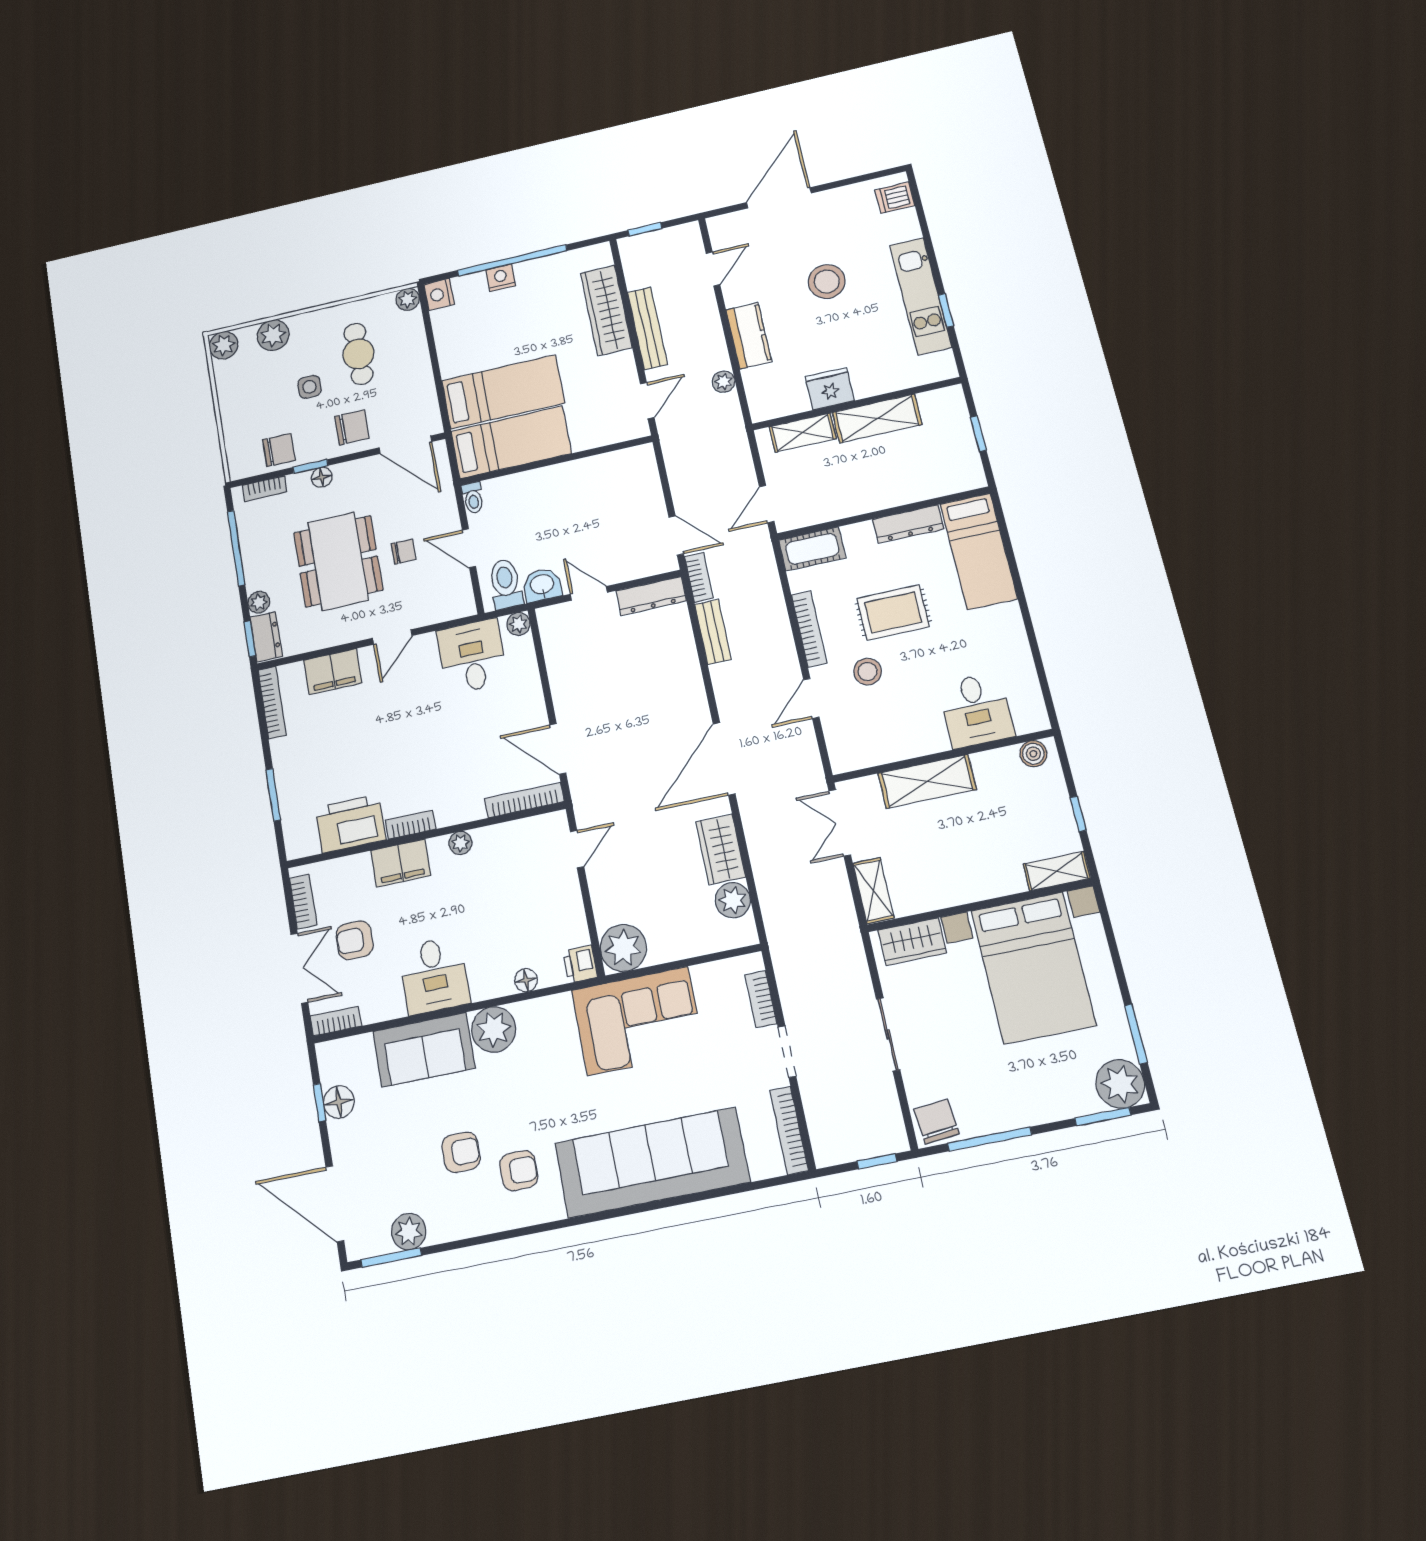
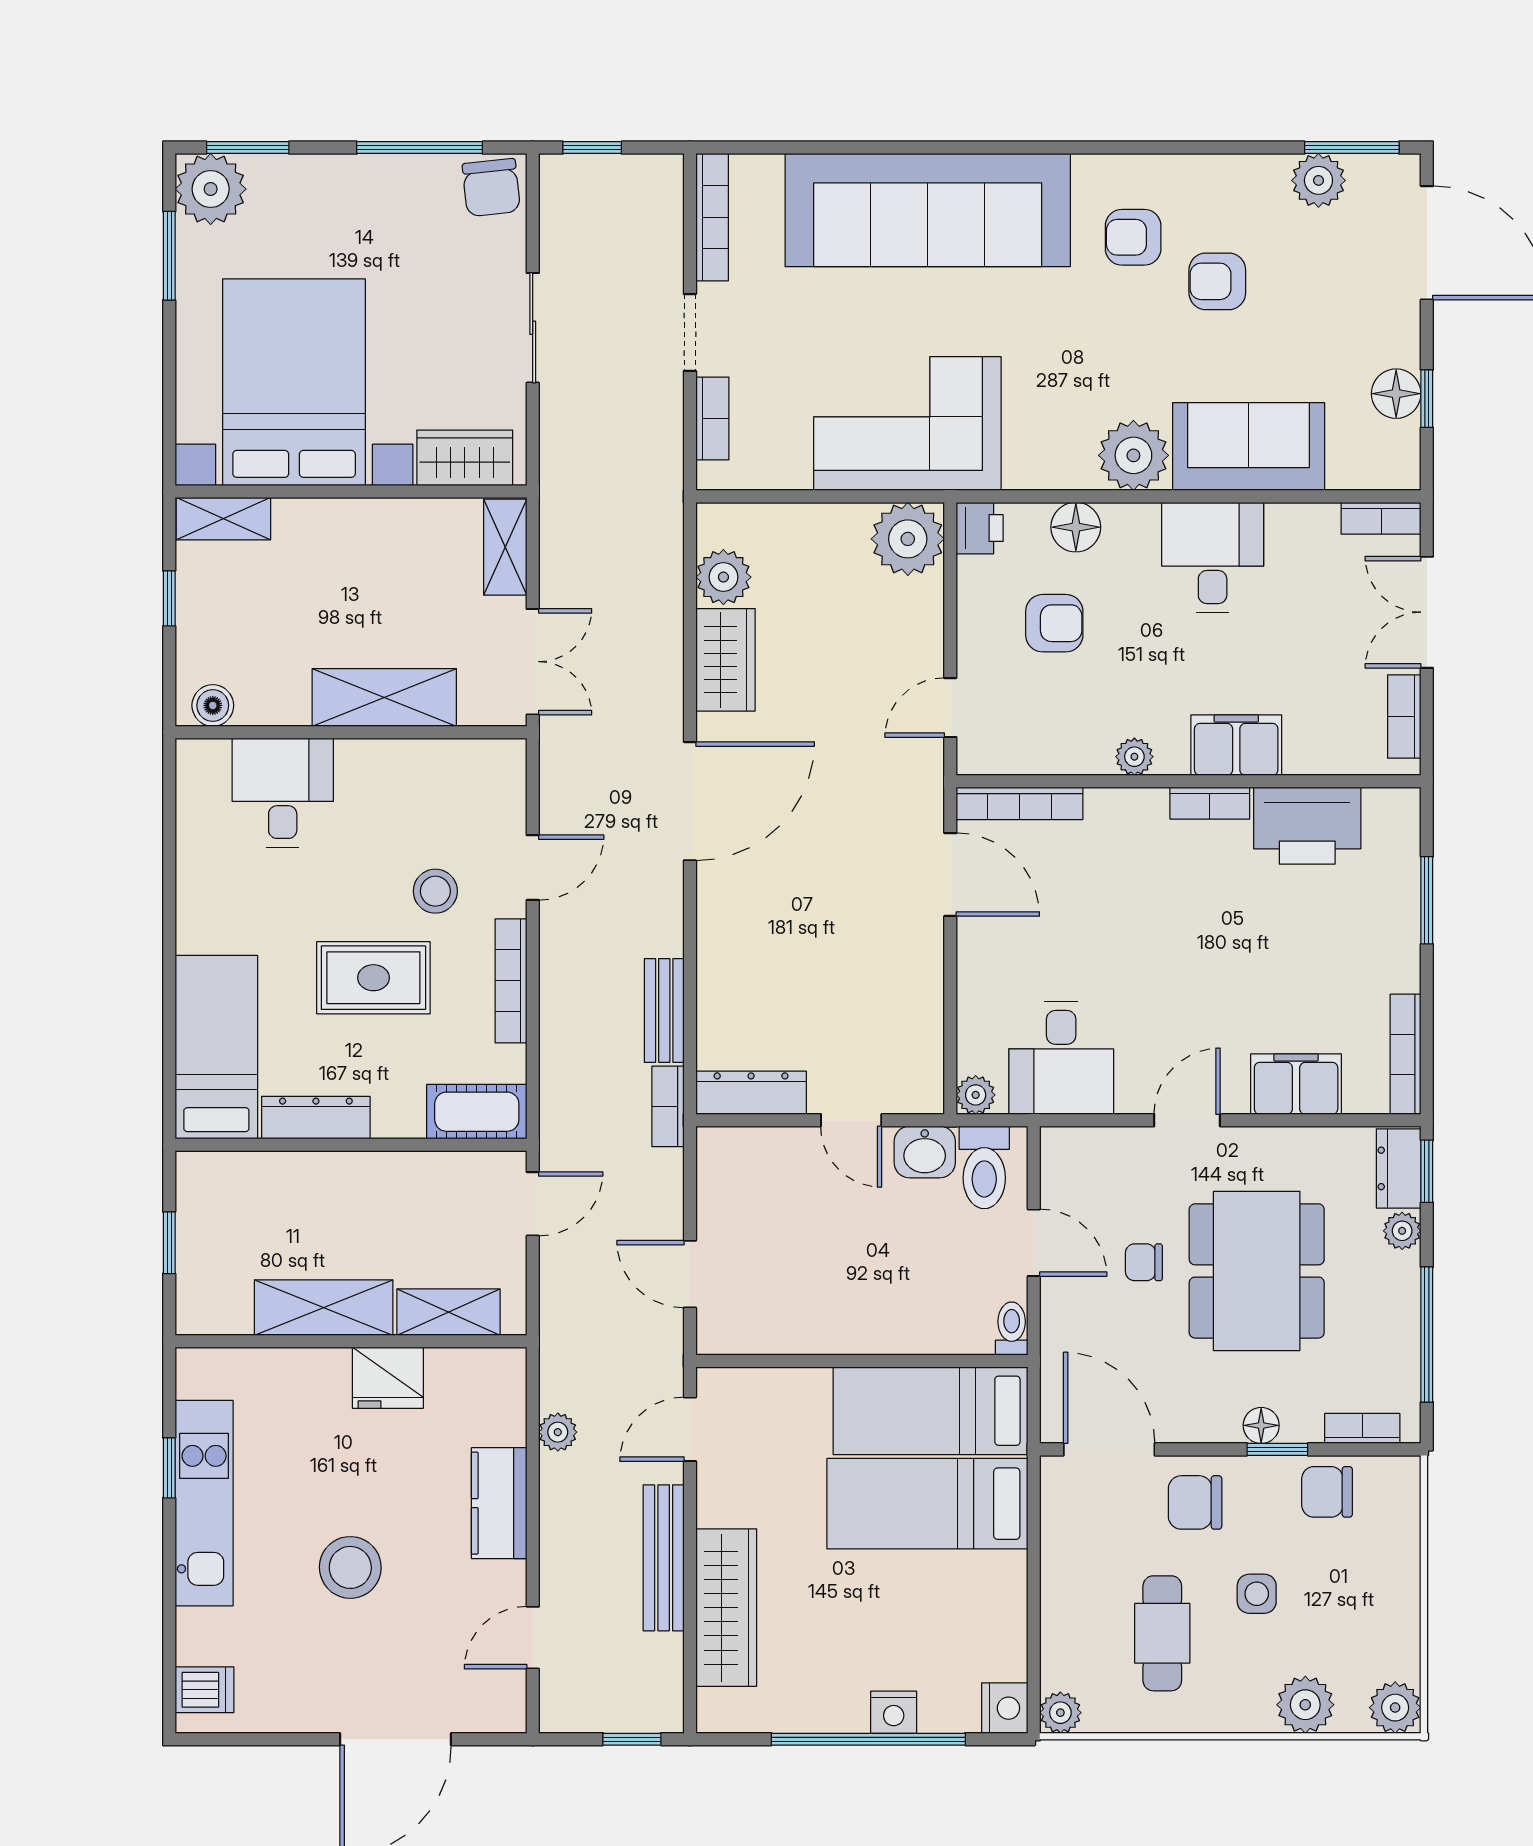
door: (676, 536) -> (690, 1274), moved
armchair: (355, 940) -> (1054, 623), moved
floor lamp: (526, 980) -> (1076, 527), width x1.37, depth x1.37

